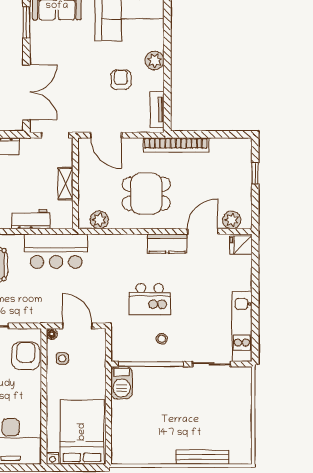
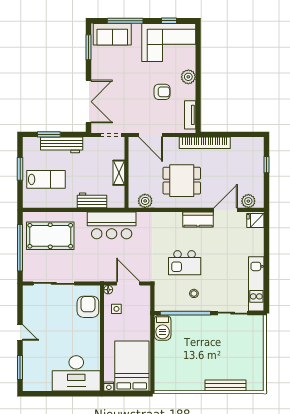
armchair: (121, 80) -> (162, 92), turned 90

